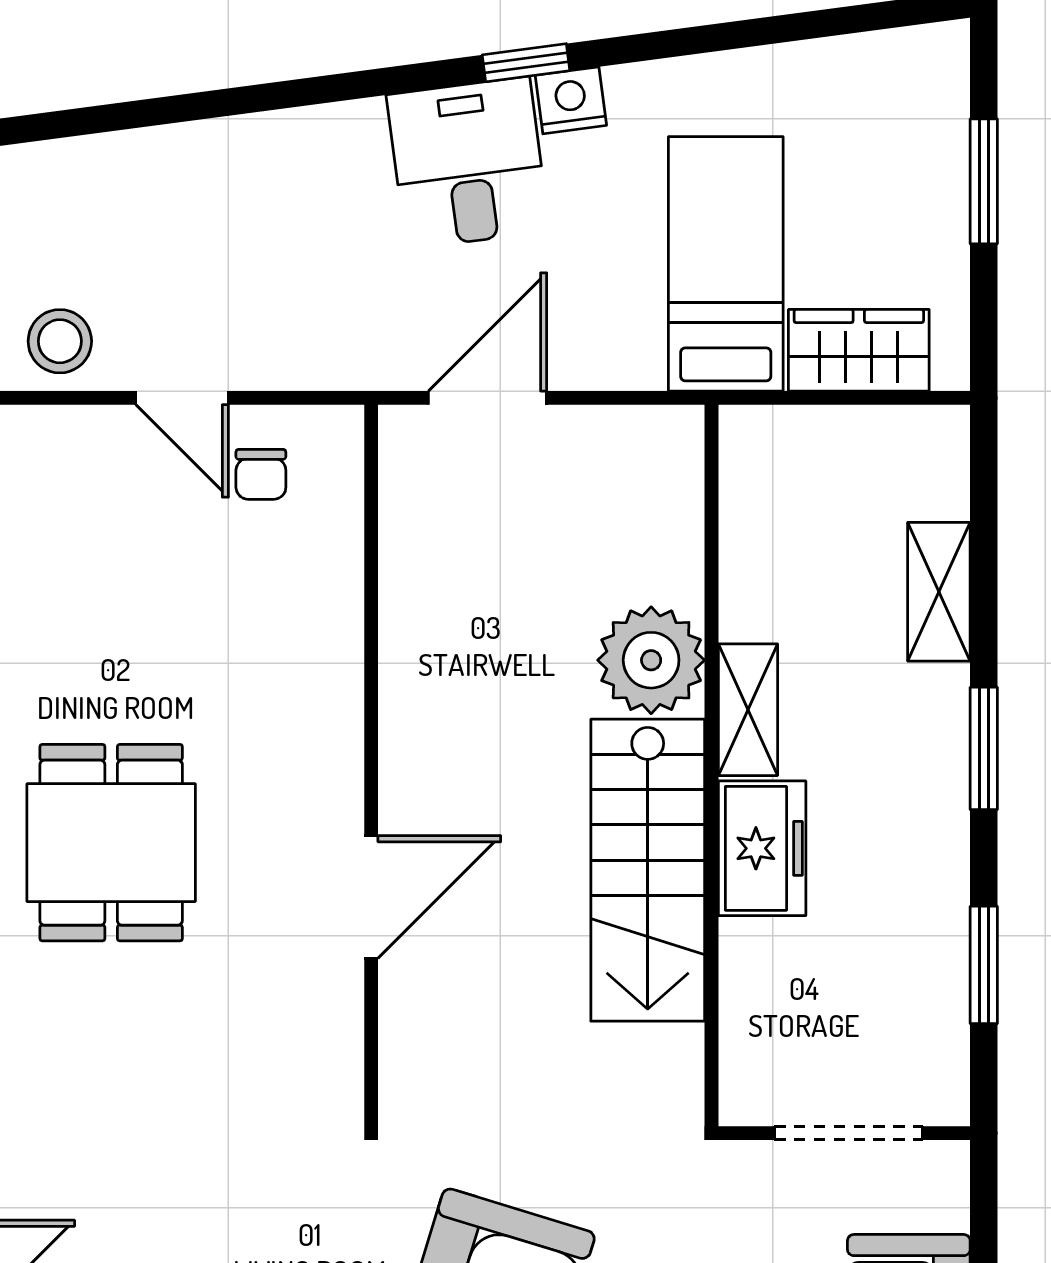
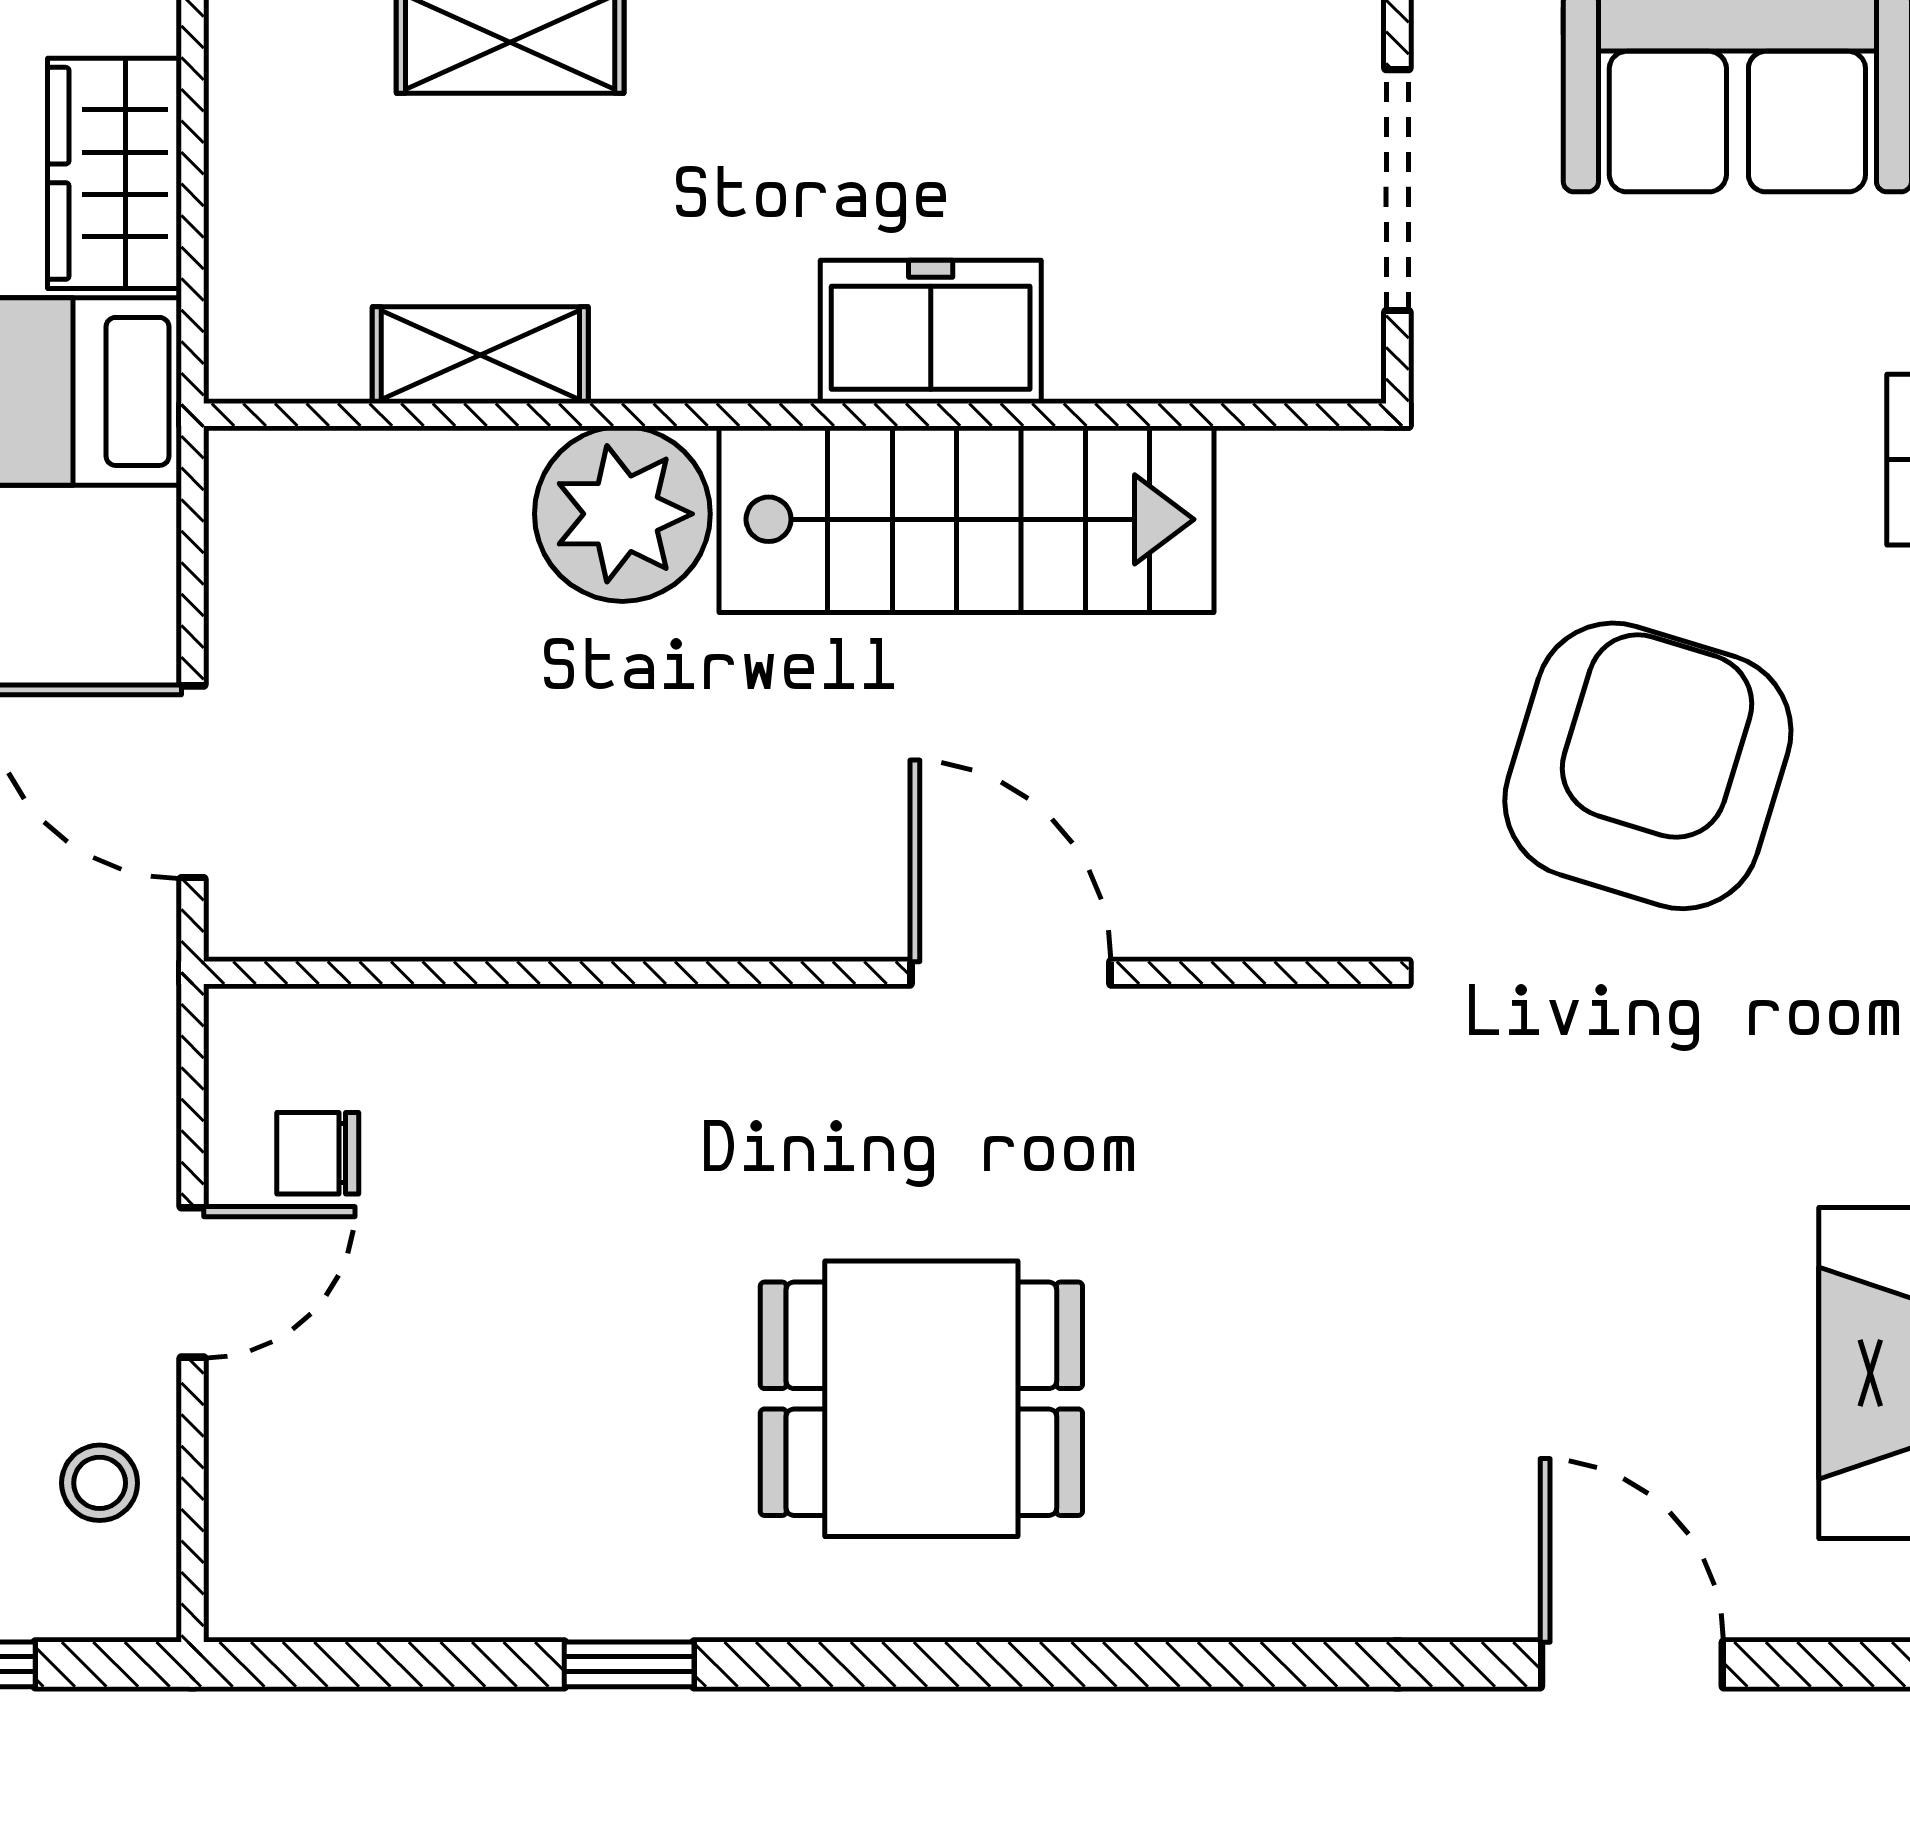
stool: (60, 341) -> (100, 1483), width x0.73, depth x0.73
chair: (261, 474) -> (318, 1153), turned 180
shelving: (748, 710) -> (480, 355), moved

